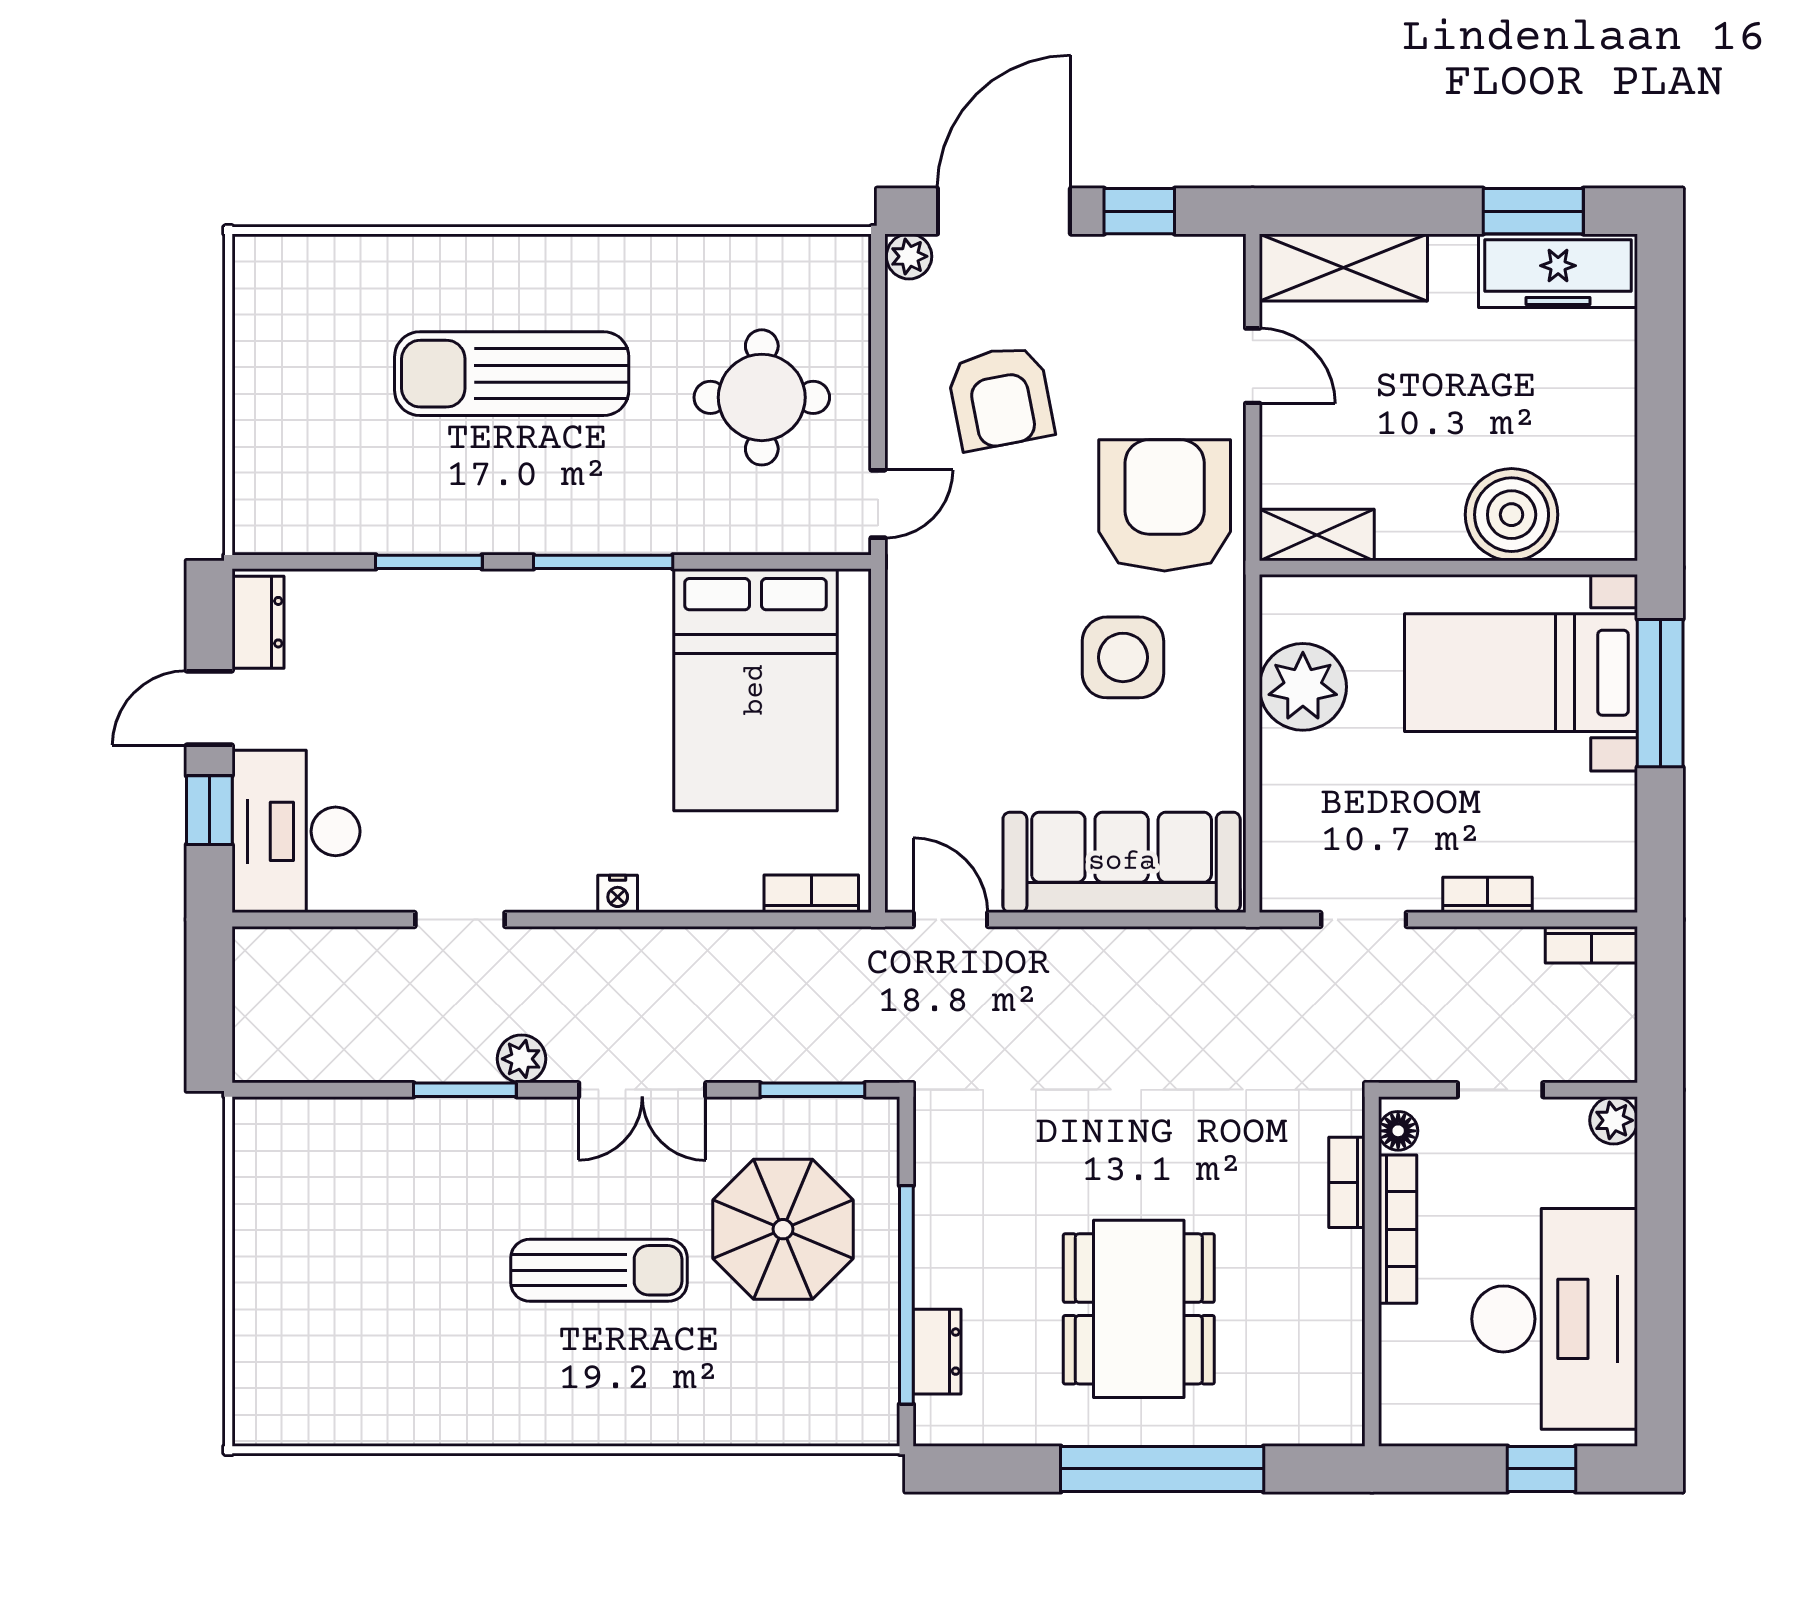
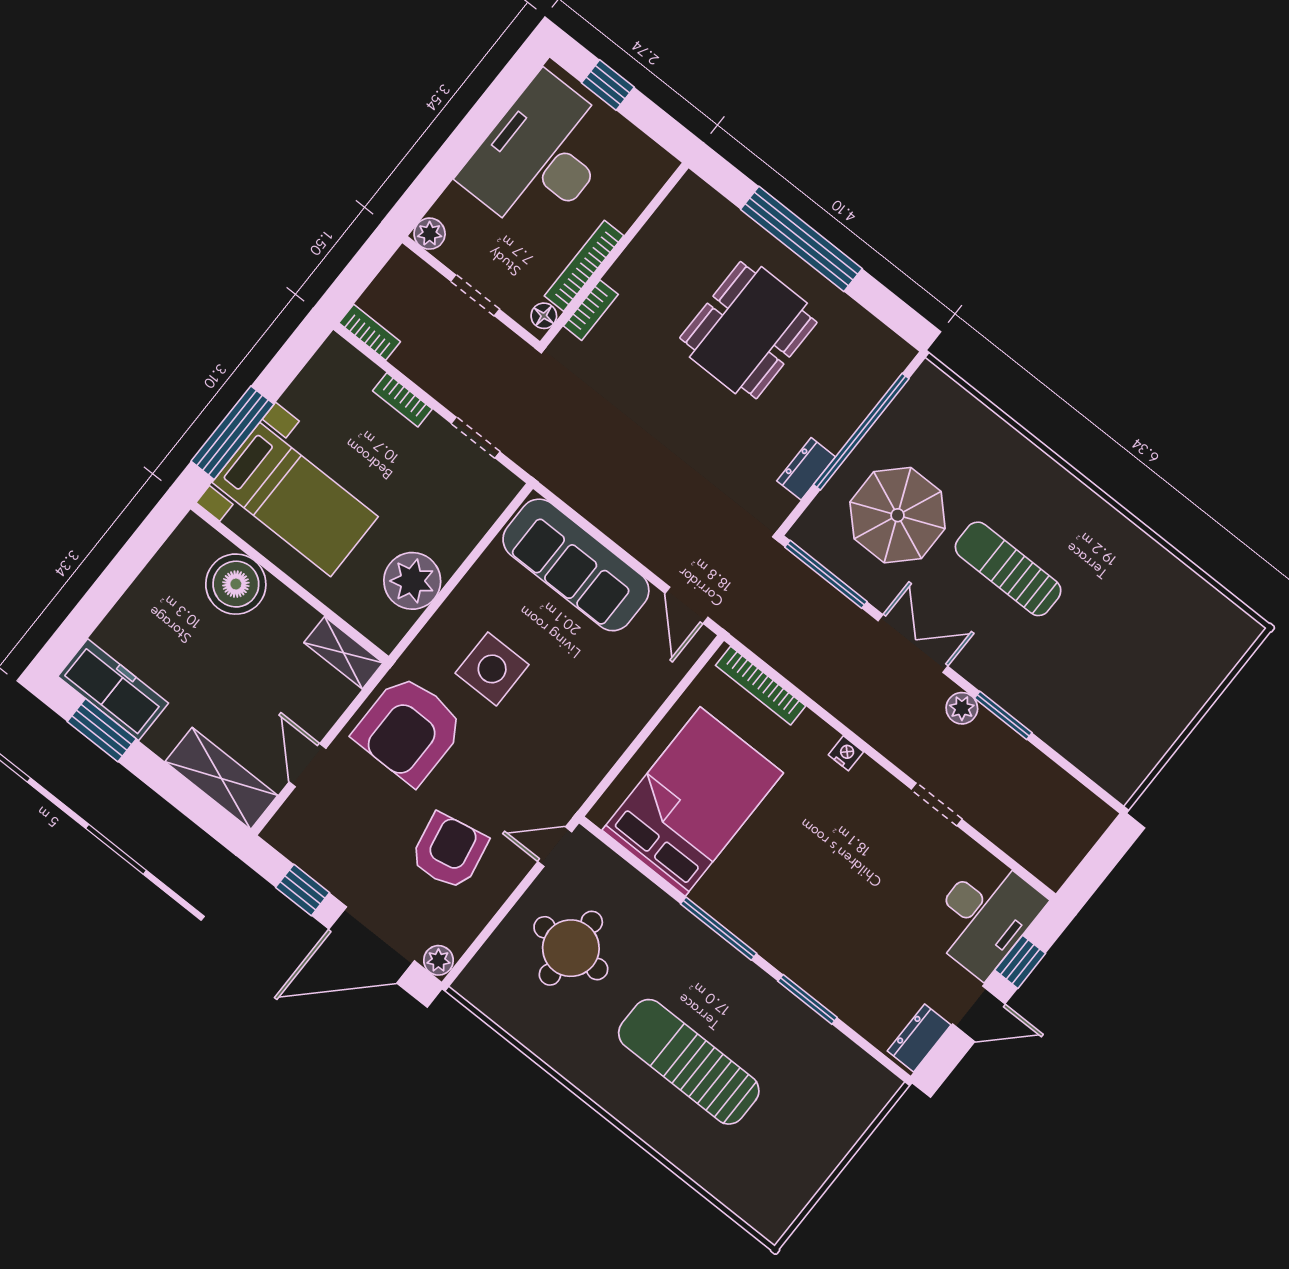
sun lounger: (512, 374) -> (689, 1062), turned 180
bookcase: (811, 894) -> (761, 686), width x1.56
window: (812, 1090) -> (826, 574), width x1.44
dresser: (937, 1352) -> (806, 469), moved

